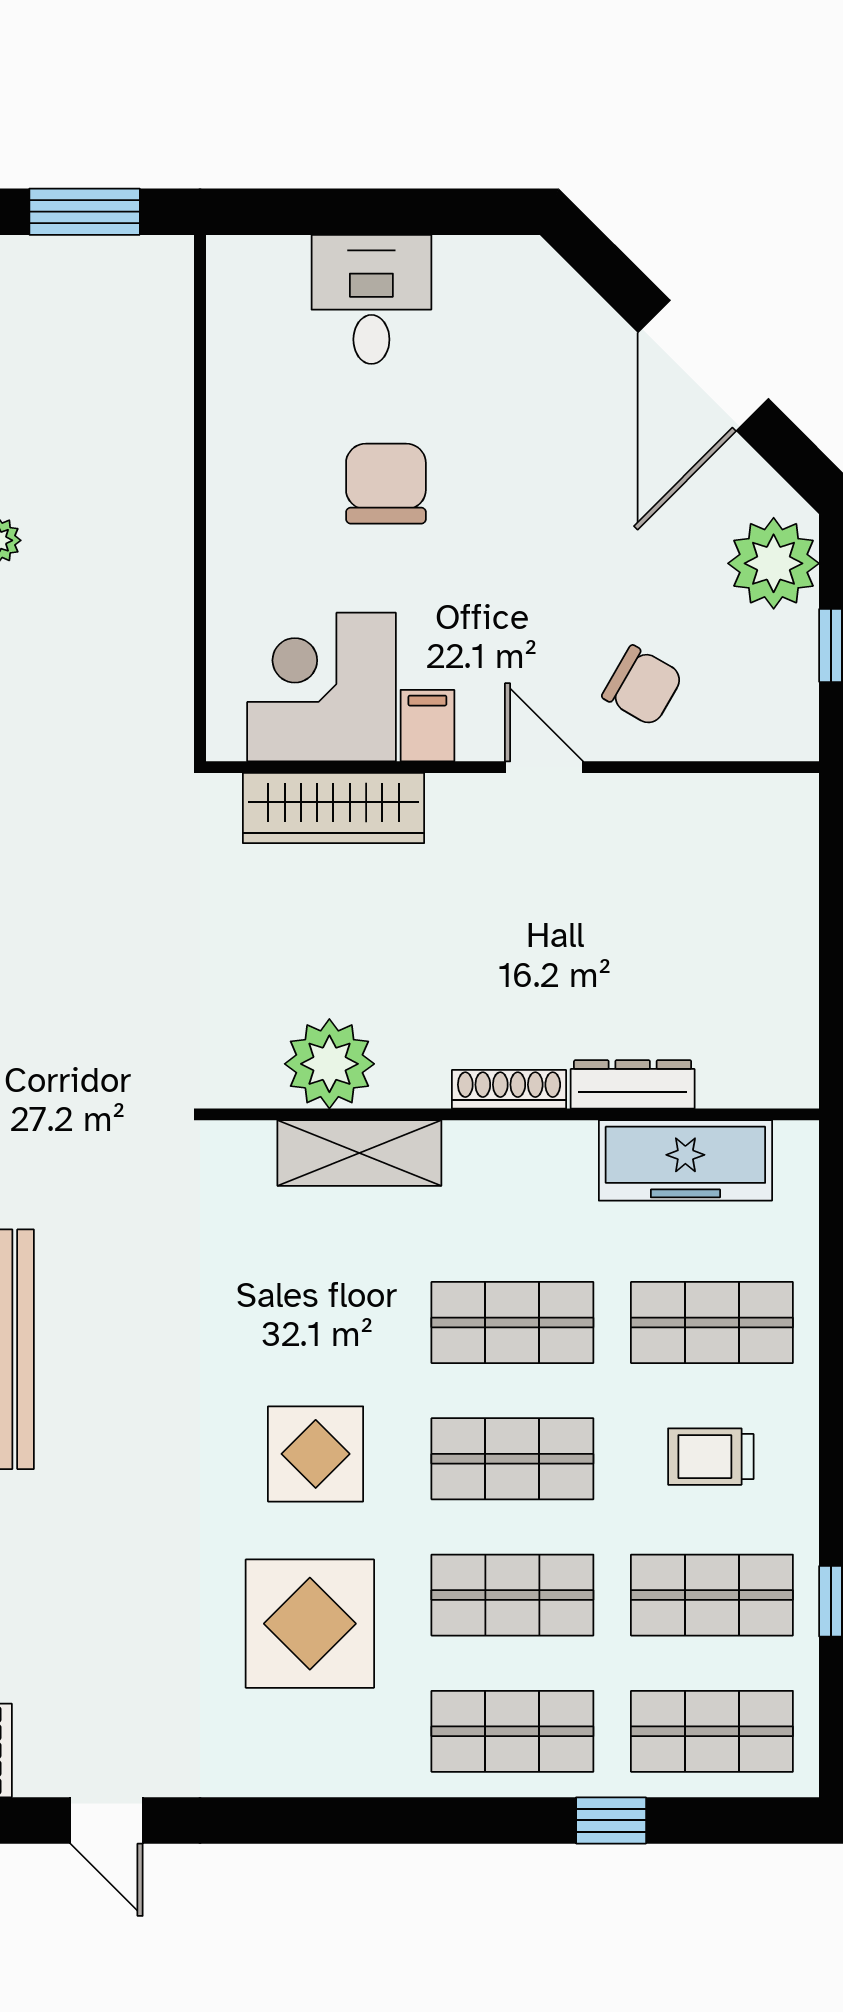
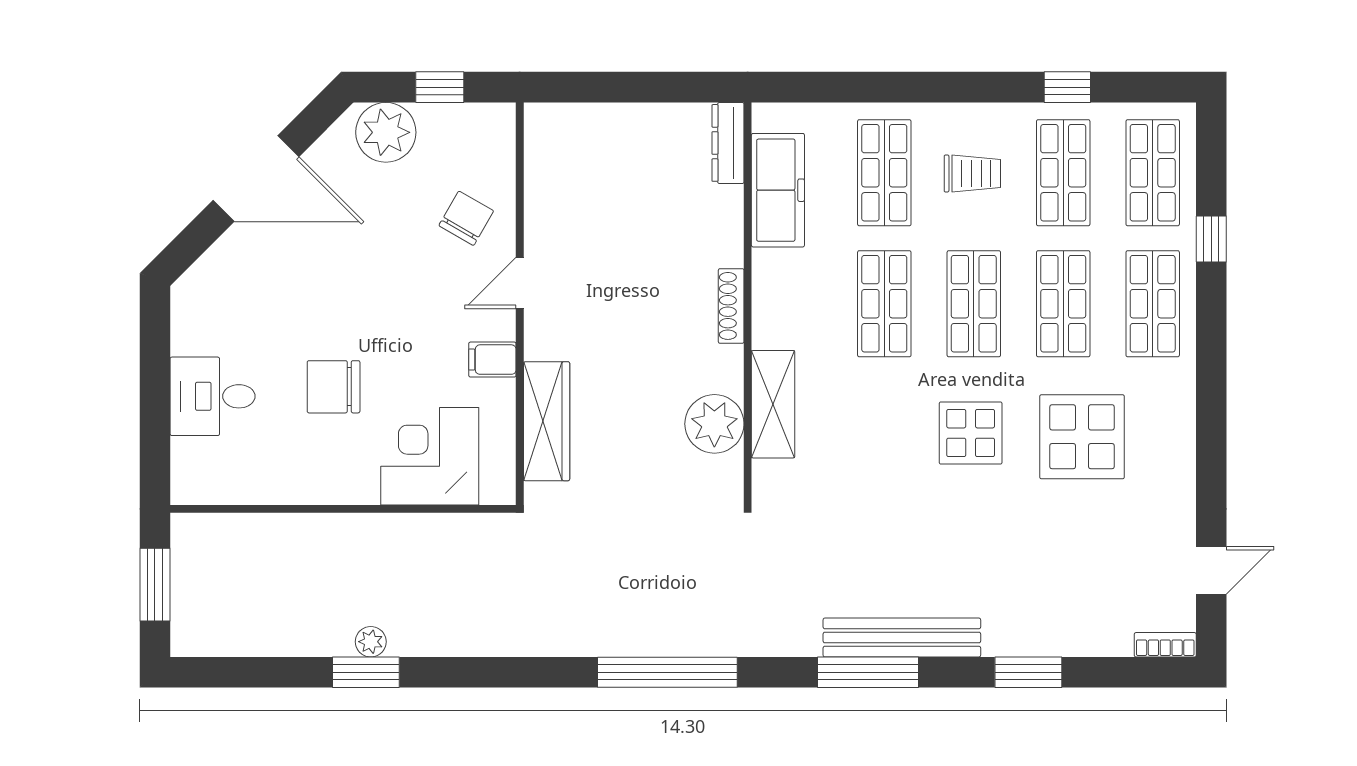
corner desk: (322, 687) -> (430, 456), moved, turned 90
dresser: (633, 1084) -> (728, 143), moved
trolley: (711, 1457) -> (972, 173), turned -90

